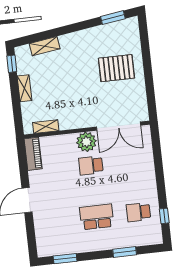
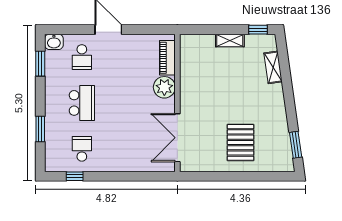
shelving: (46, 127) -> (186, 59), removed
plant: (86, 142) -> (164, 87), moved
piano: (33, 154) -> (167, 58), moved, turned 90
school desk: (91, 166) -> (82, 57), moved, turned 180
washbasin: (44, 249) -> (54, 42), added

